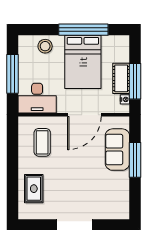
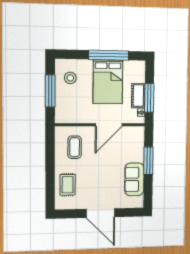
stool: (45, 46) -> (70, 78), moved
desk: (37, 98) -> (70, 111), removed
sofa: (117, 150) -> (134, 179), moved

